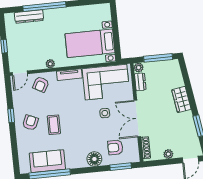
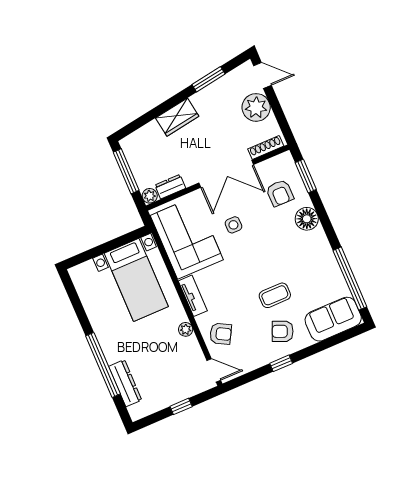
plant: (168, 154) -> (256, 107), width x1.87, depth x1.87
sofa: (47, 161) -> (333, 319), moved, turned 90

